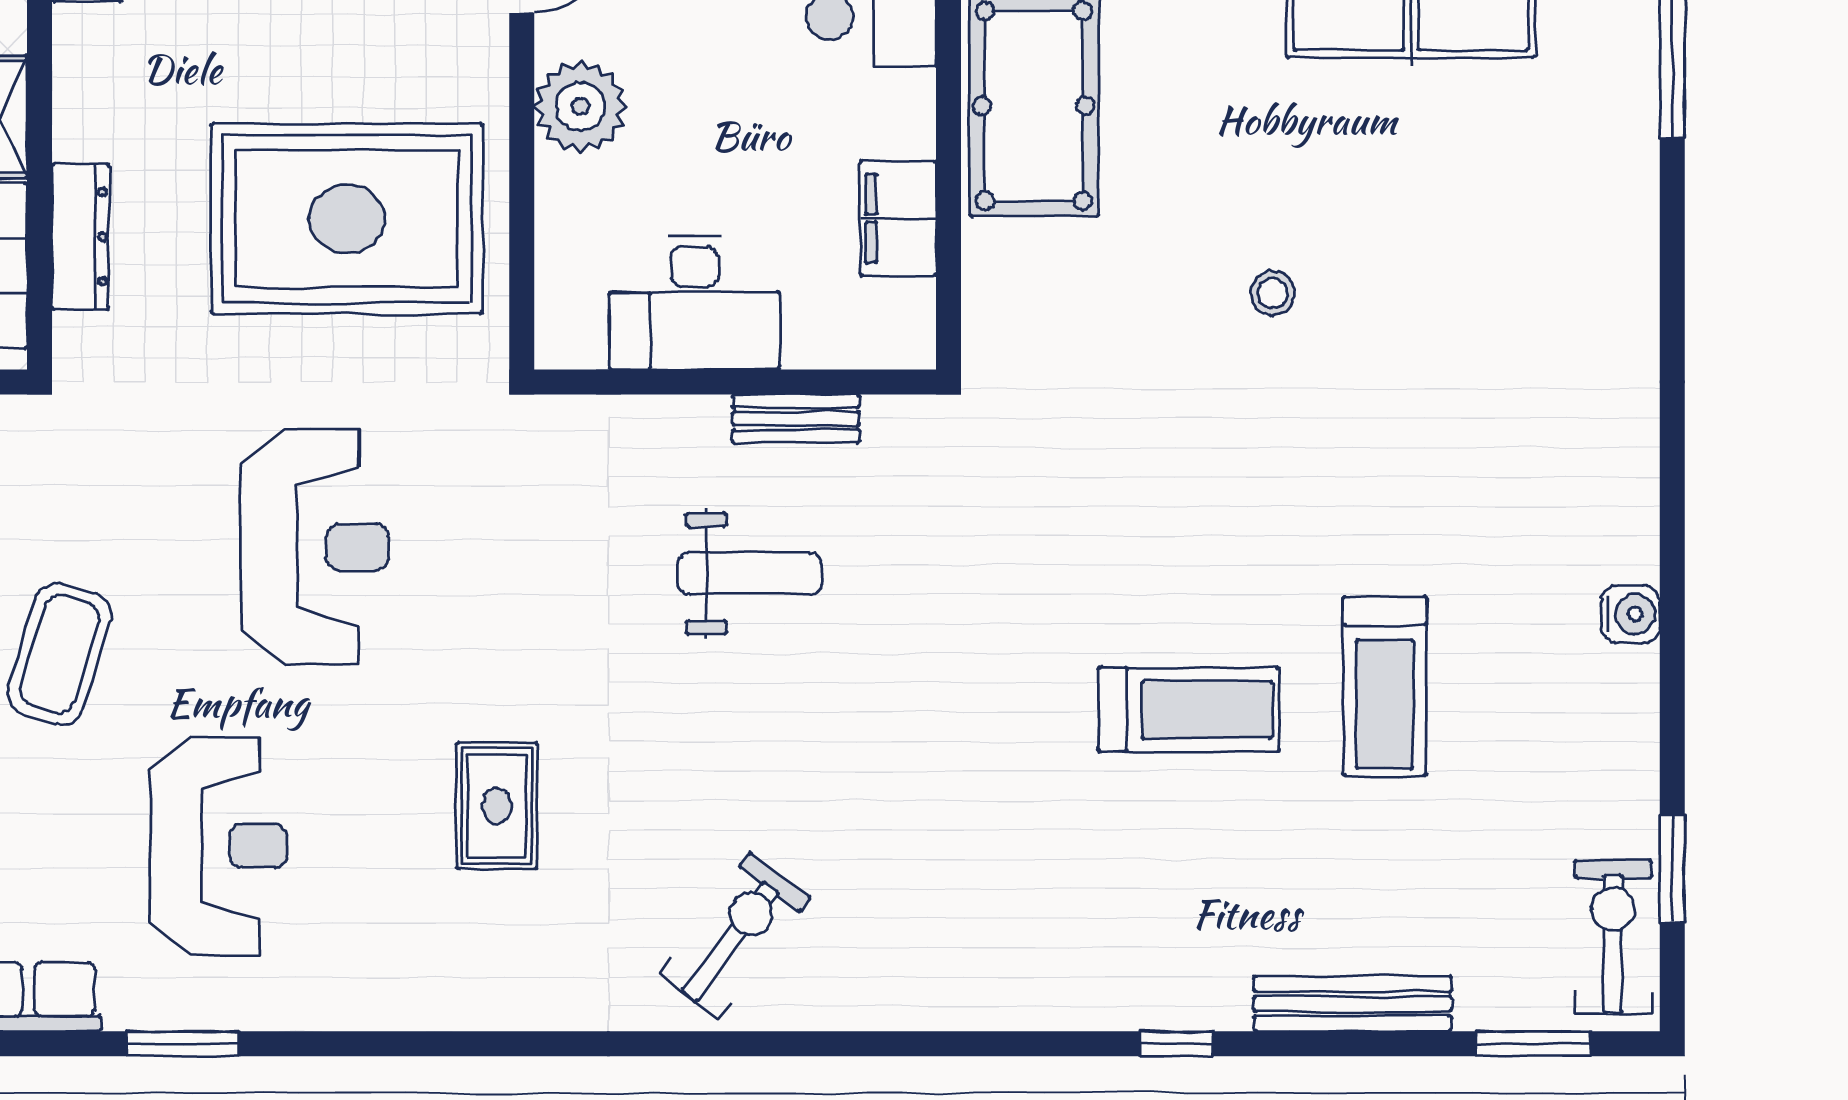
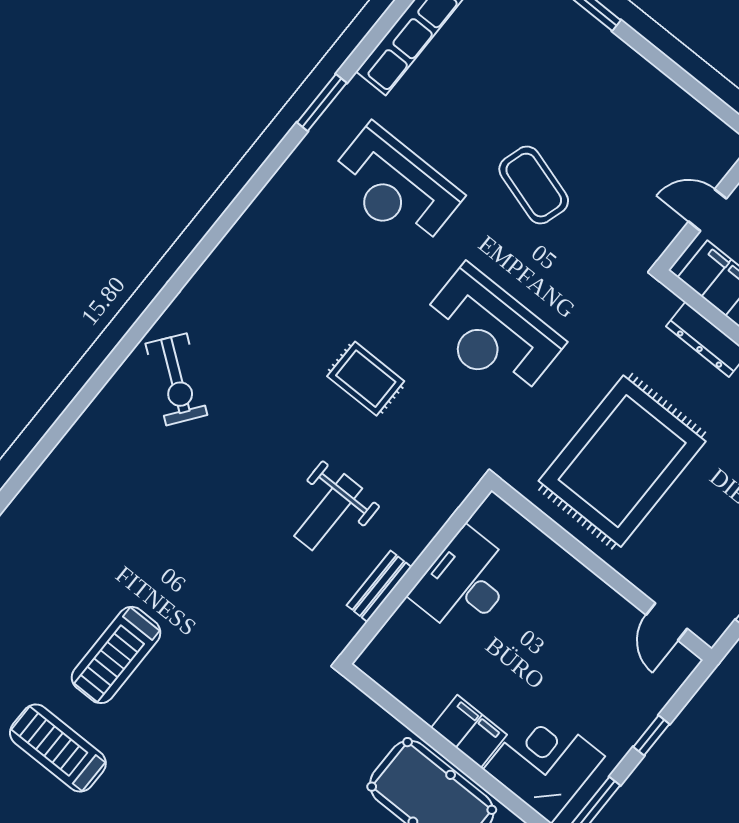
plant: (580, 107) -> (589, 602), removed
filing cabinet: (898, 218) -> (469, 731), moved
rug: (497, 806) -> (366, 379), moved

